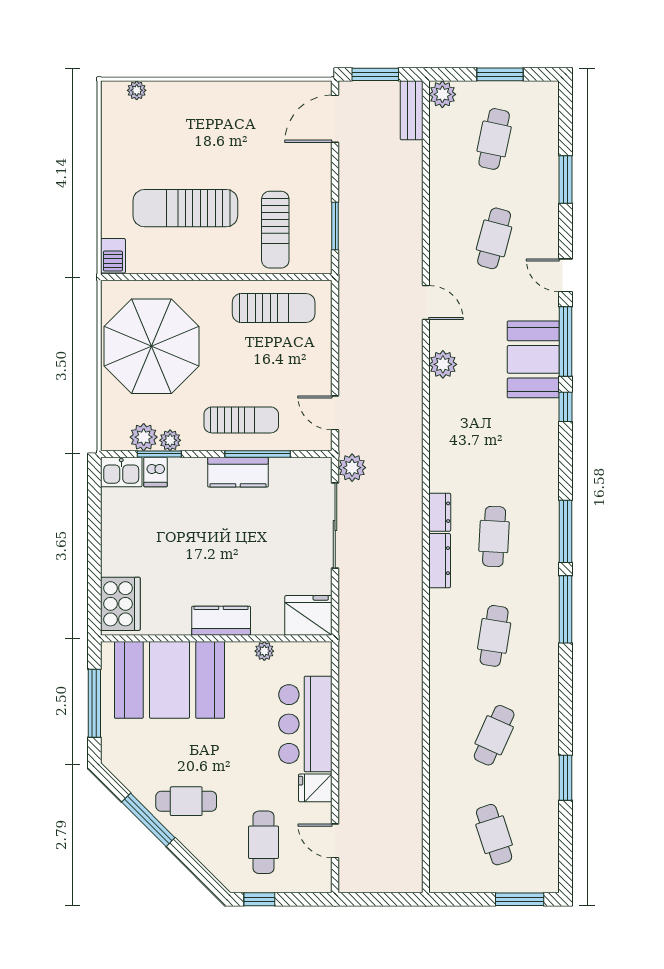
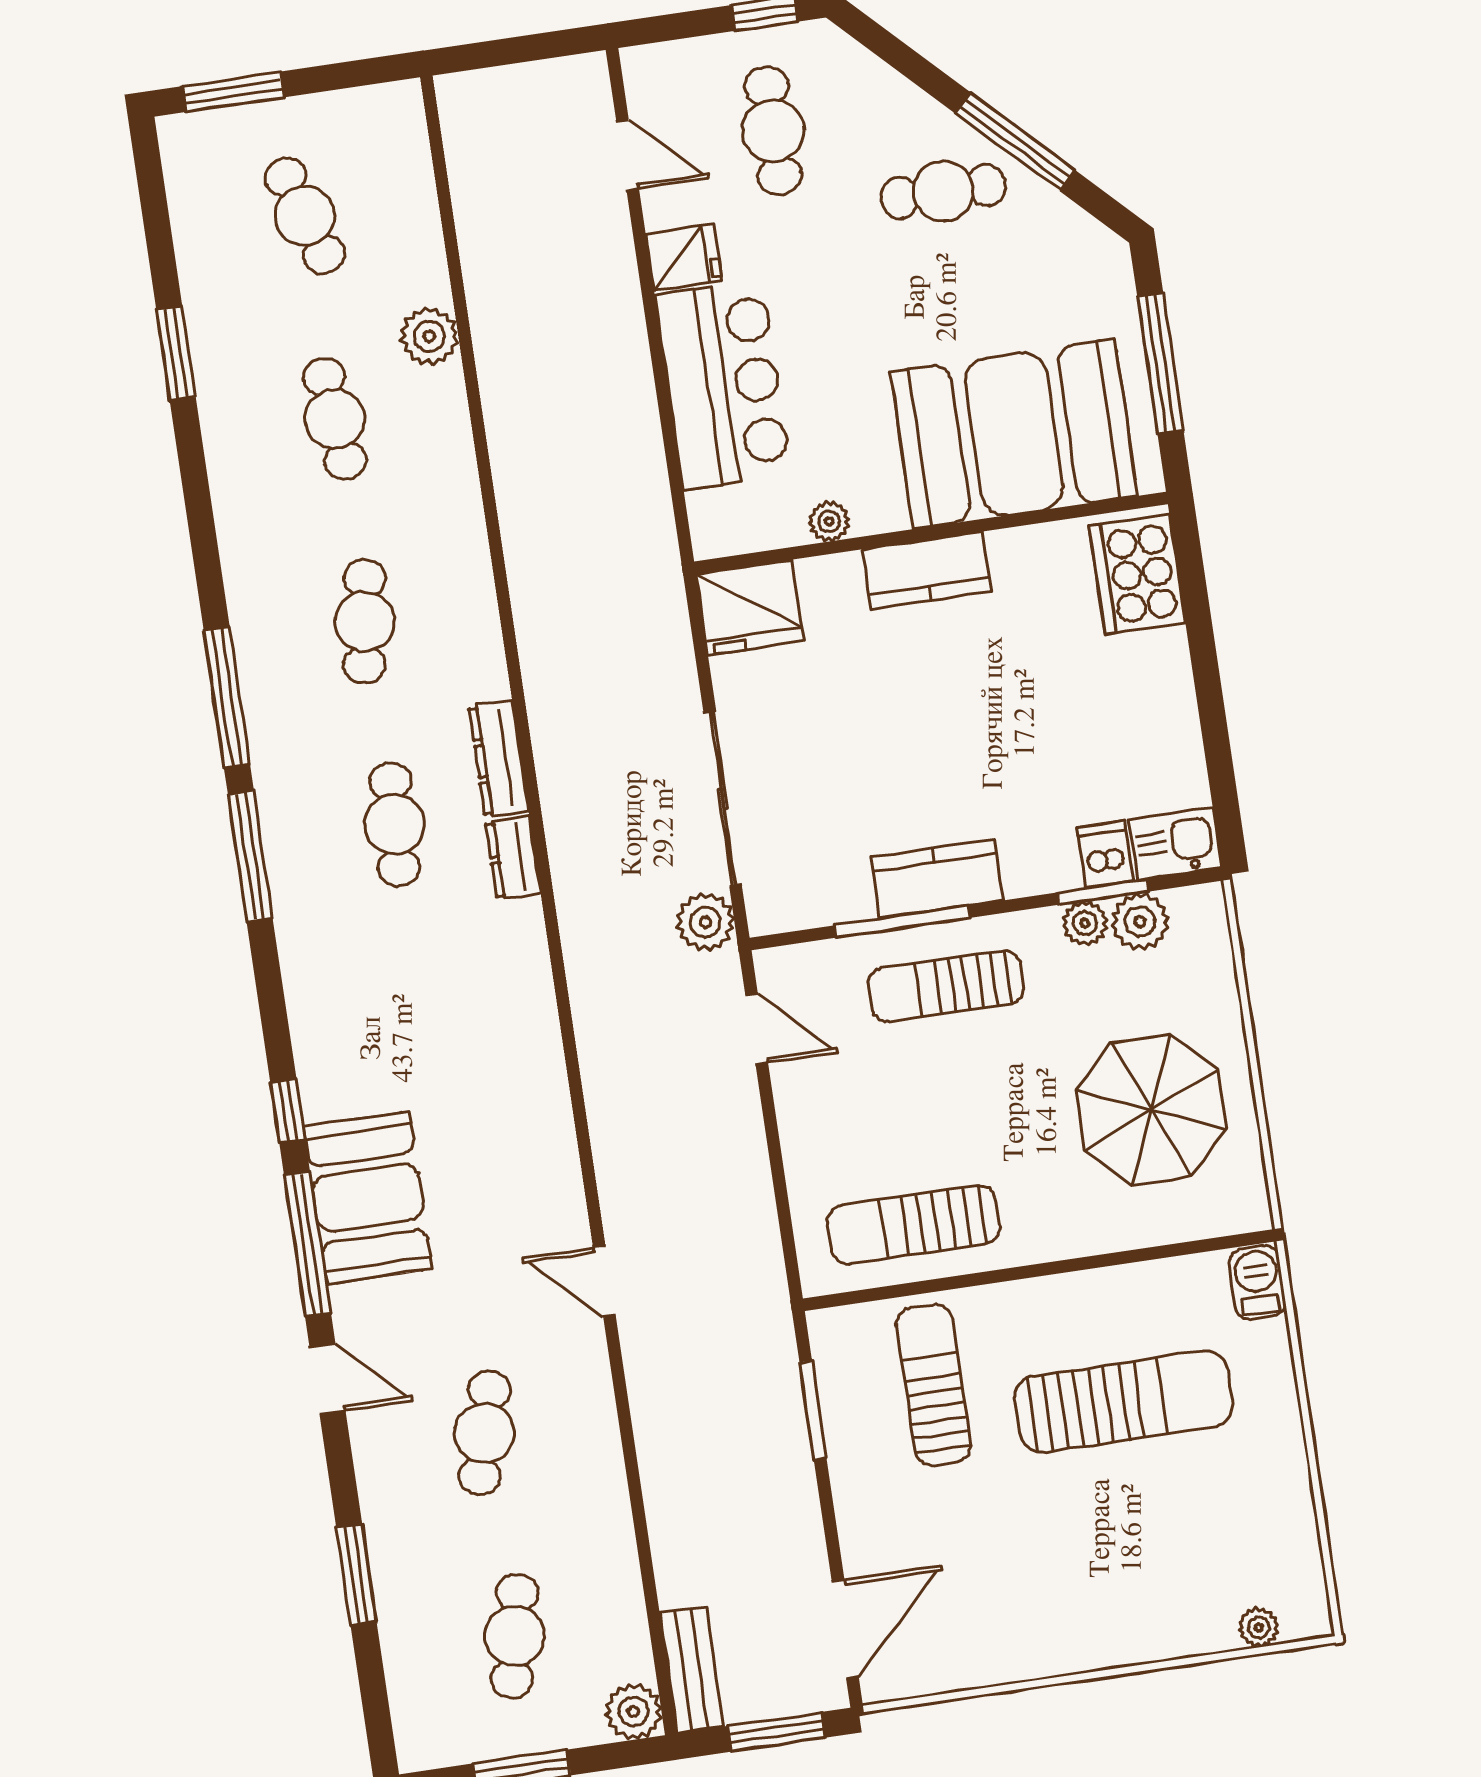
parasol: (152, 346) -> (1151, 1110), width x0.73, depth x0.73
plant: (443, 364) -> (429, 336), moved
cafe table: (494, 735) -> (335, 419), turned -30

